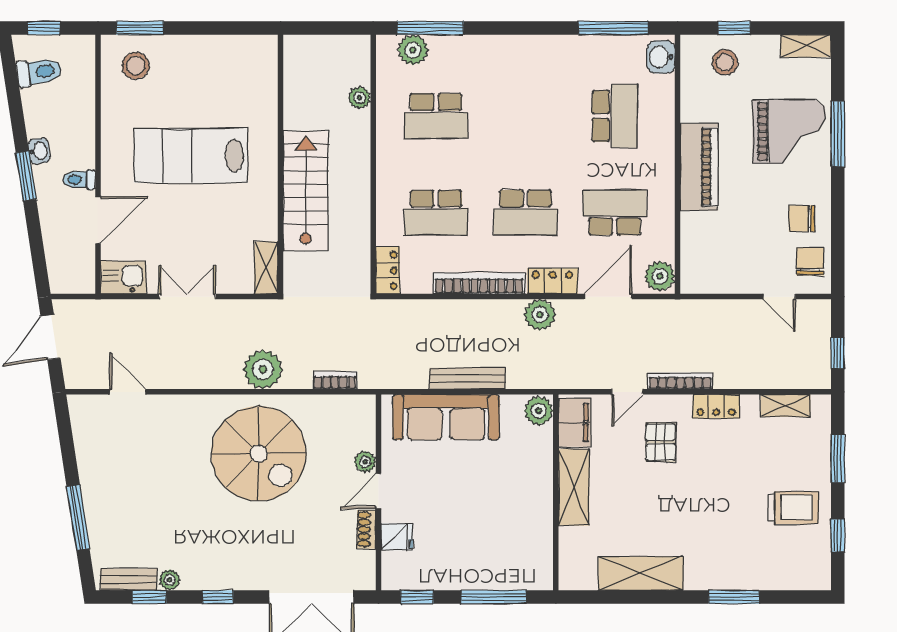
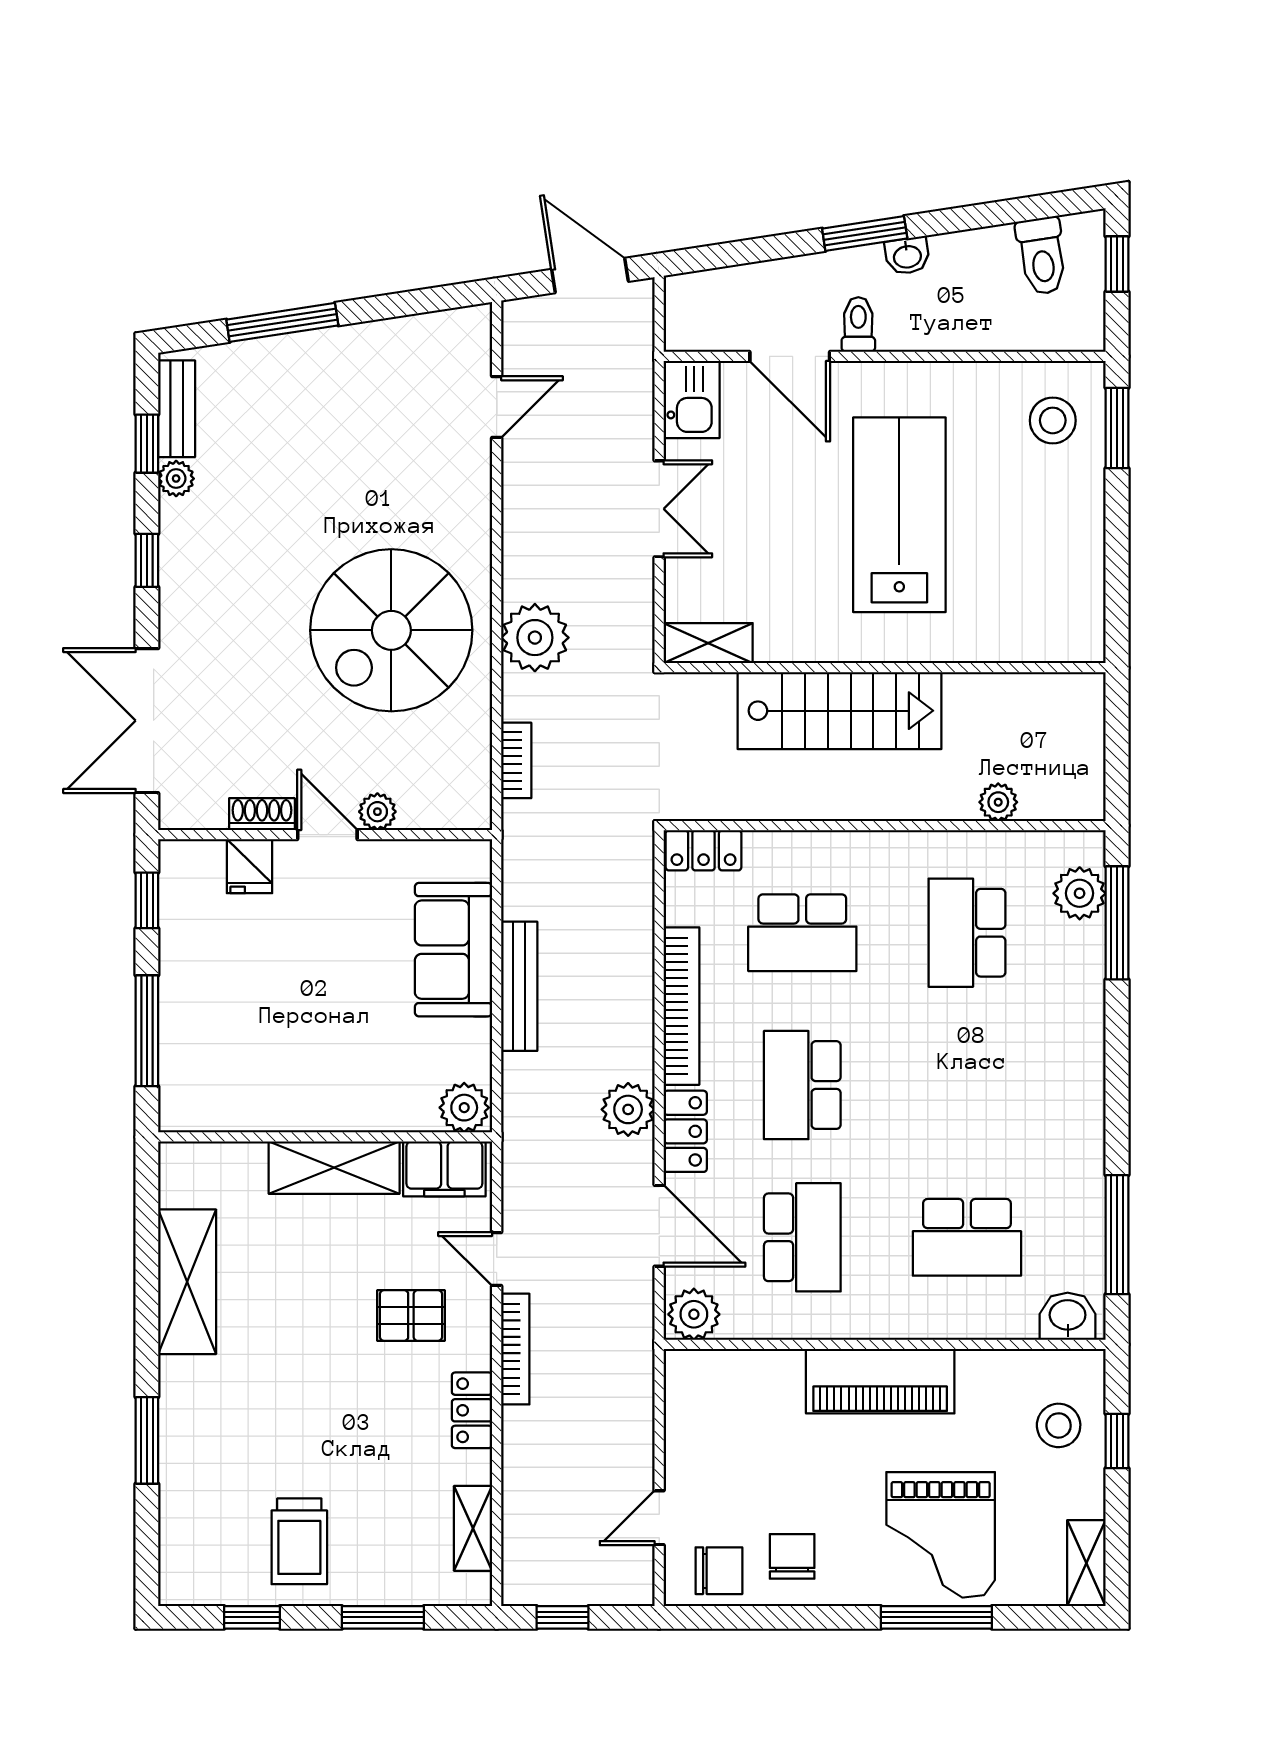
school desk: (436, 213) -> (802, 933), turned -90
sofa: (446, 417) -> (453, 950), width x0.73

